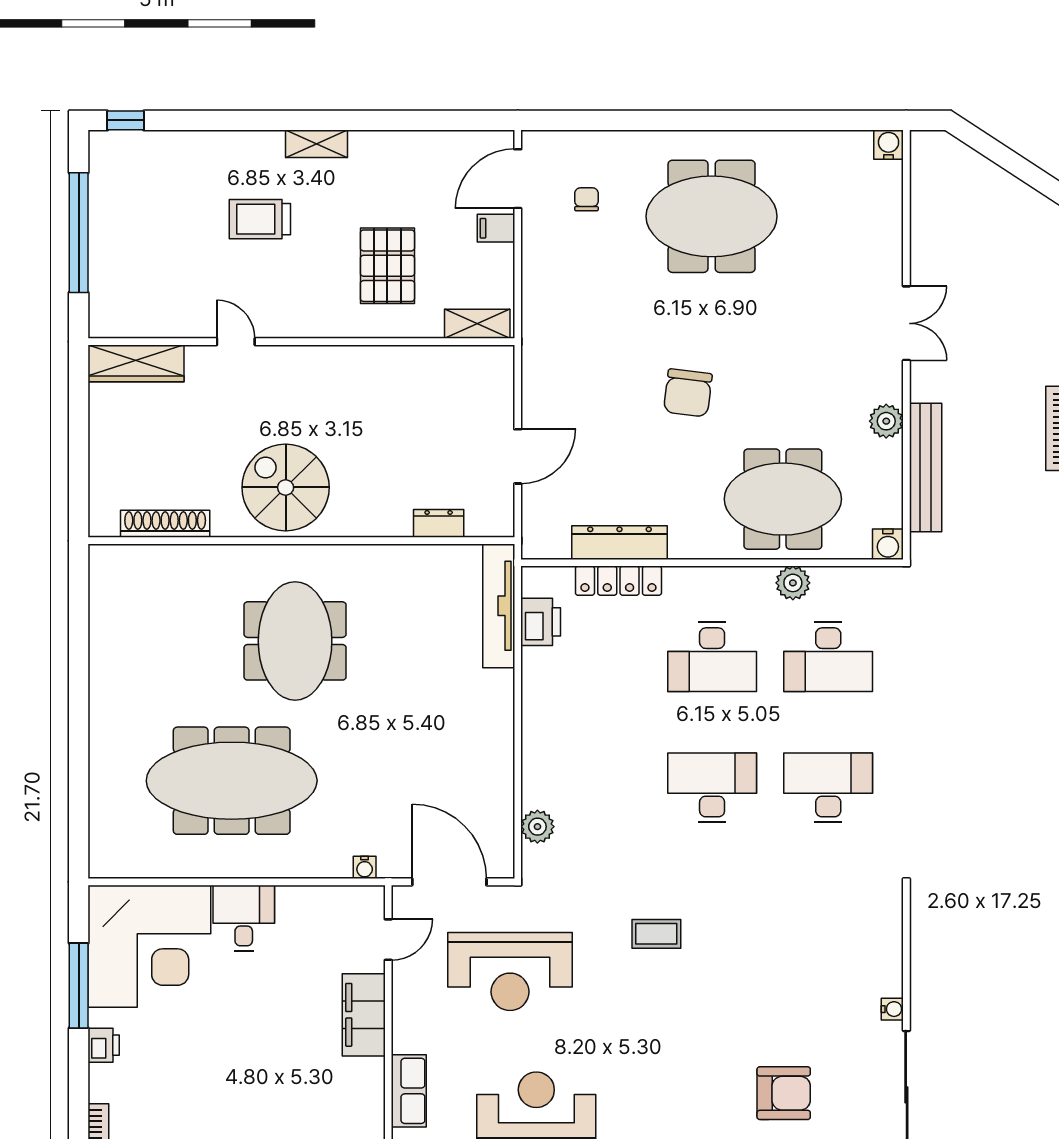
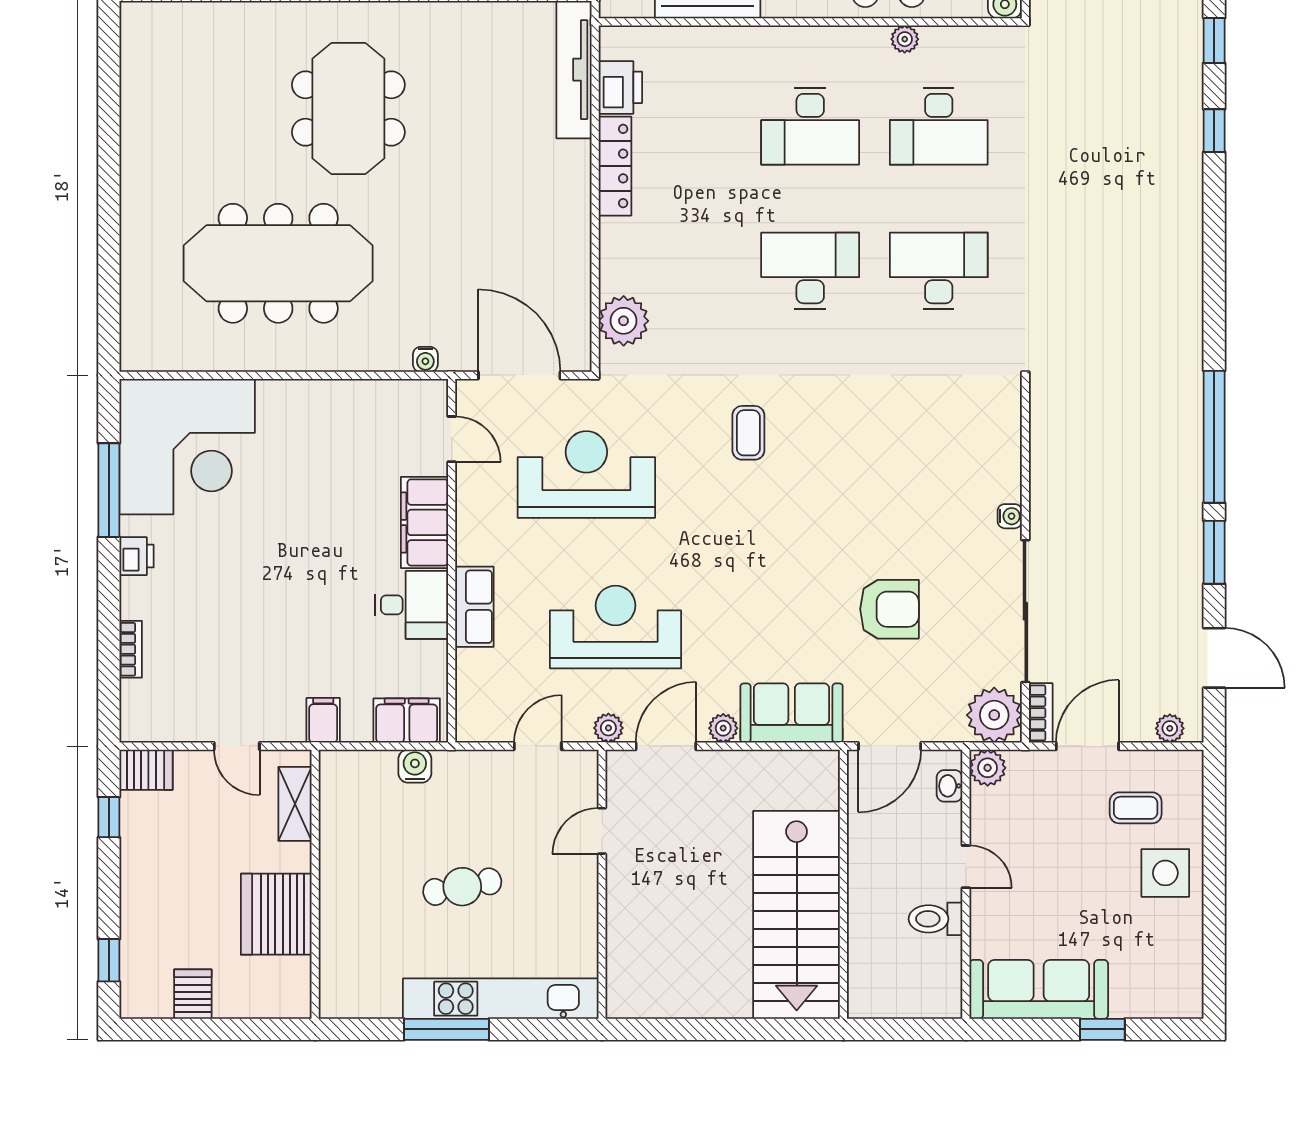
locker: (618, 581) -> (615, 166), moved, turned -90
plant: (793, 583) -> (905, 39), width x0.73, depth x0.73
plant: (537, 827) -> (624, 321), width x1.36, depth x1.36
desk: (244, 918) -> (411, 605), moved, turned 90
coffee table: (656, 934) -> (748, 433), turned 90
door: (388, 940) -> (452, 439), hinge flipped
reception desk: (510, 971) -> (586, 474), turned 180

